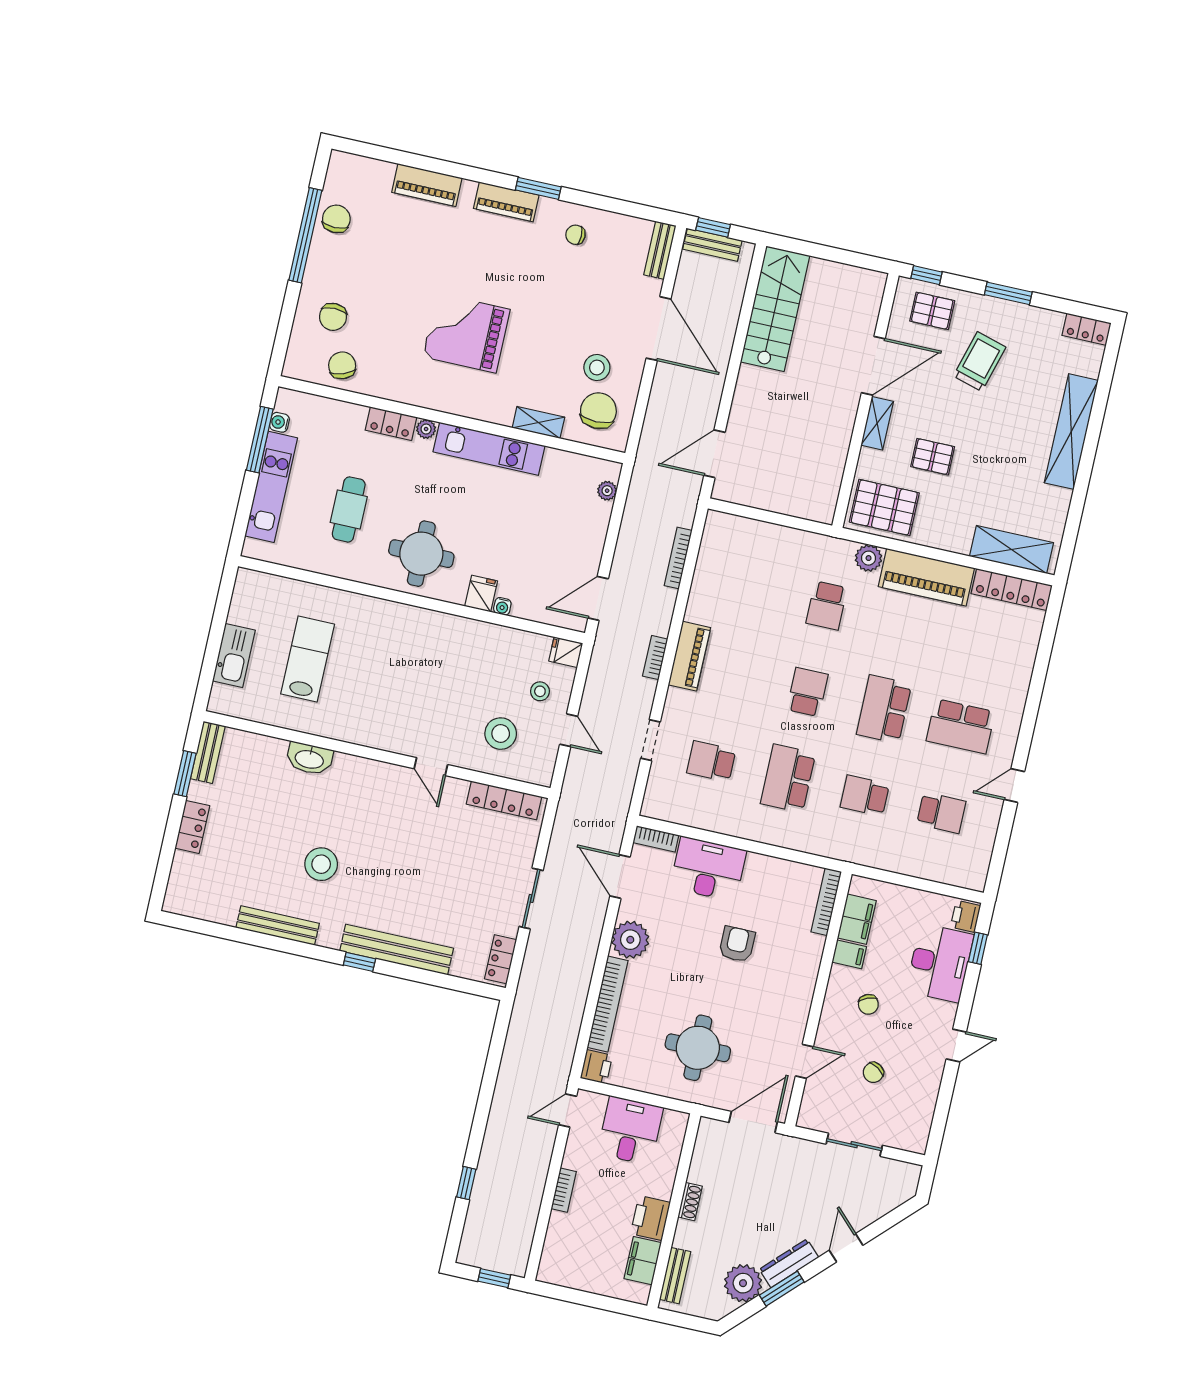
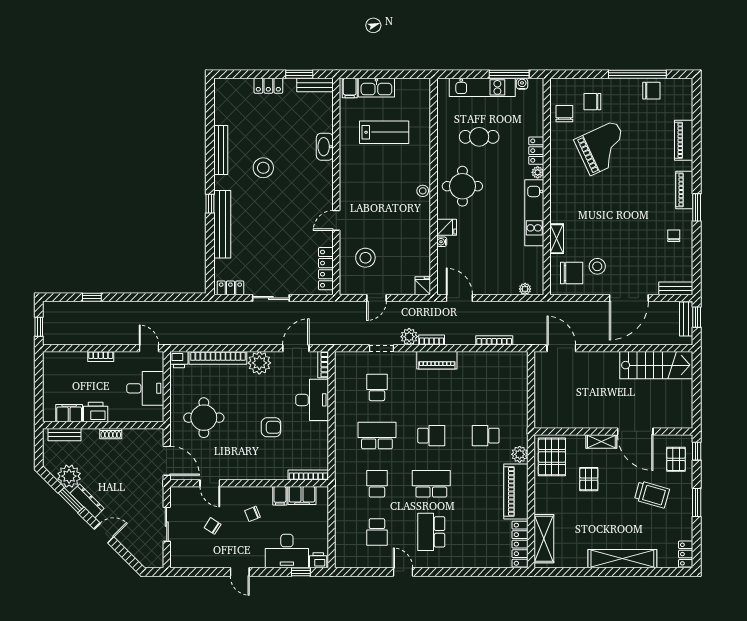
grand piano: (466, 333) -> (603, 148), moved, turned 65
chair: (342, 365) -> (564, 114), turned -70
stool: (540, 691) -> (423, 191), moved
plant: (642, 692) -> (409, 337), added
filing cabinet: (225, 698) -> (350, 88), added

